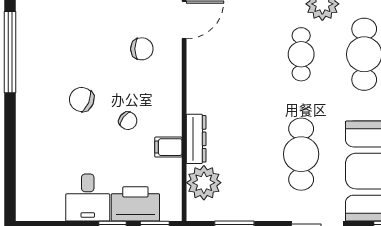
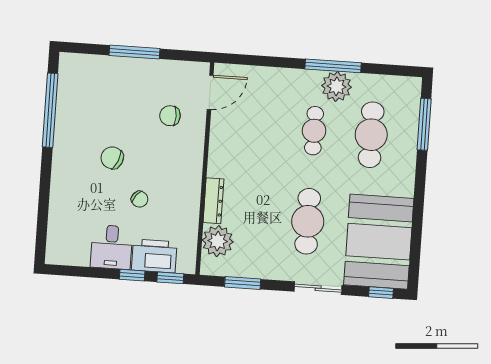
chair: (142, 49) -> (170, 116), turned 180
chair: (128, 121) -> (140, 199), moved
filing cabinet: (168, 147) -> (188, 206), removed

